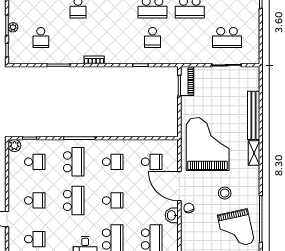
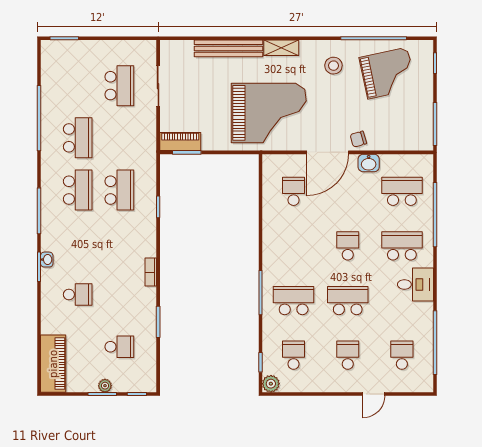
school desk: (153, 37) -> (119, 190), width x1.85
grand piano: (208, 144) -> (269, 113), turned 180
school desk: (113, 162) -> (294, 246), removed
stool: (225, 193) -> (333, 66), moved

